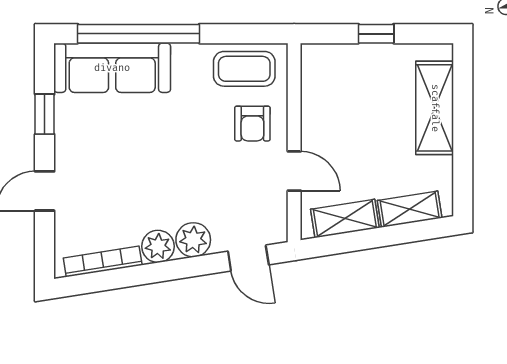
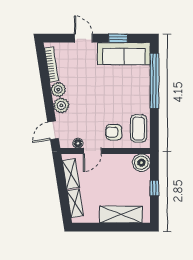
boiler: (320, 63) -> (141, 163), added
sofa: (112, 68) -> (124, 54), moved, turned -90
floor lamp: (277, 203) -> (78, 143), added

